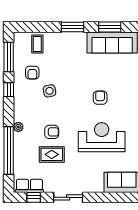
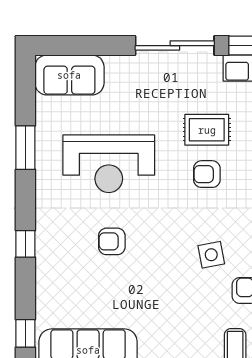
armchair: (100, 98) -> (112, 241), turned 90
sliding door: (68, 197) -> (175, 46), width x1.37

